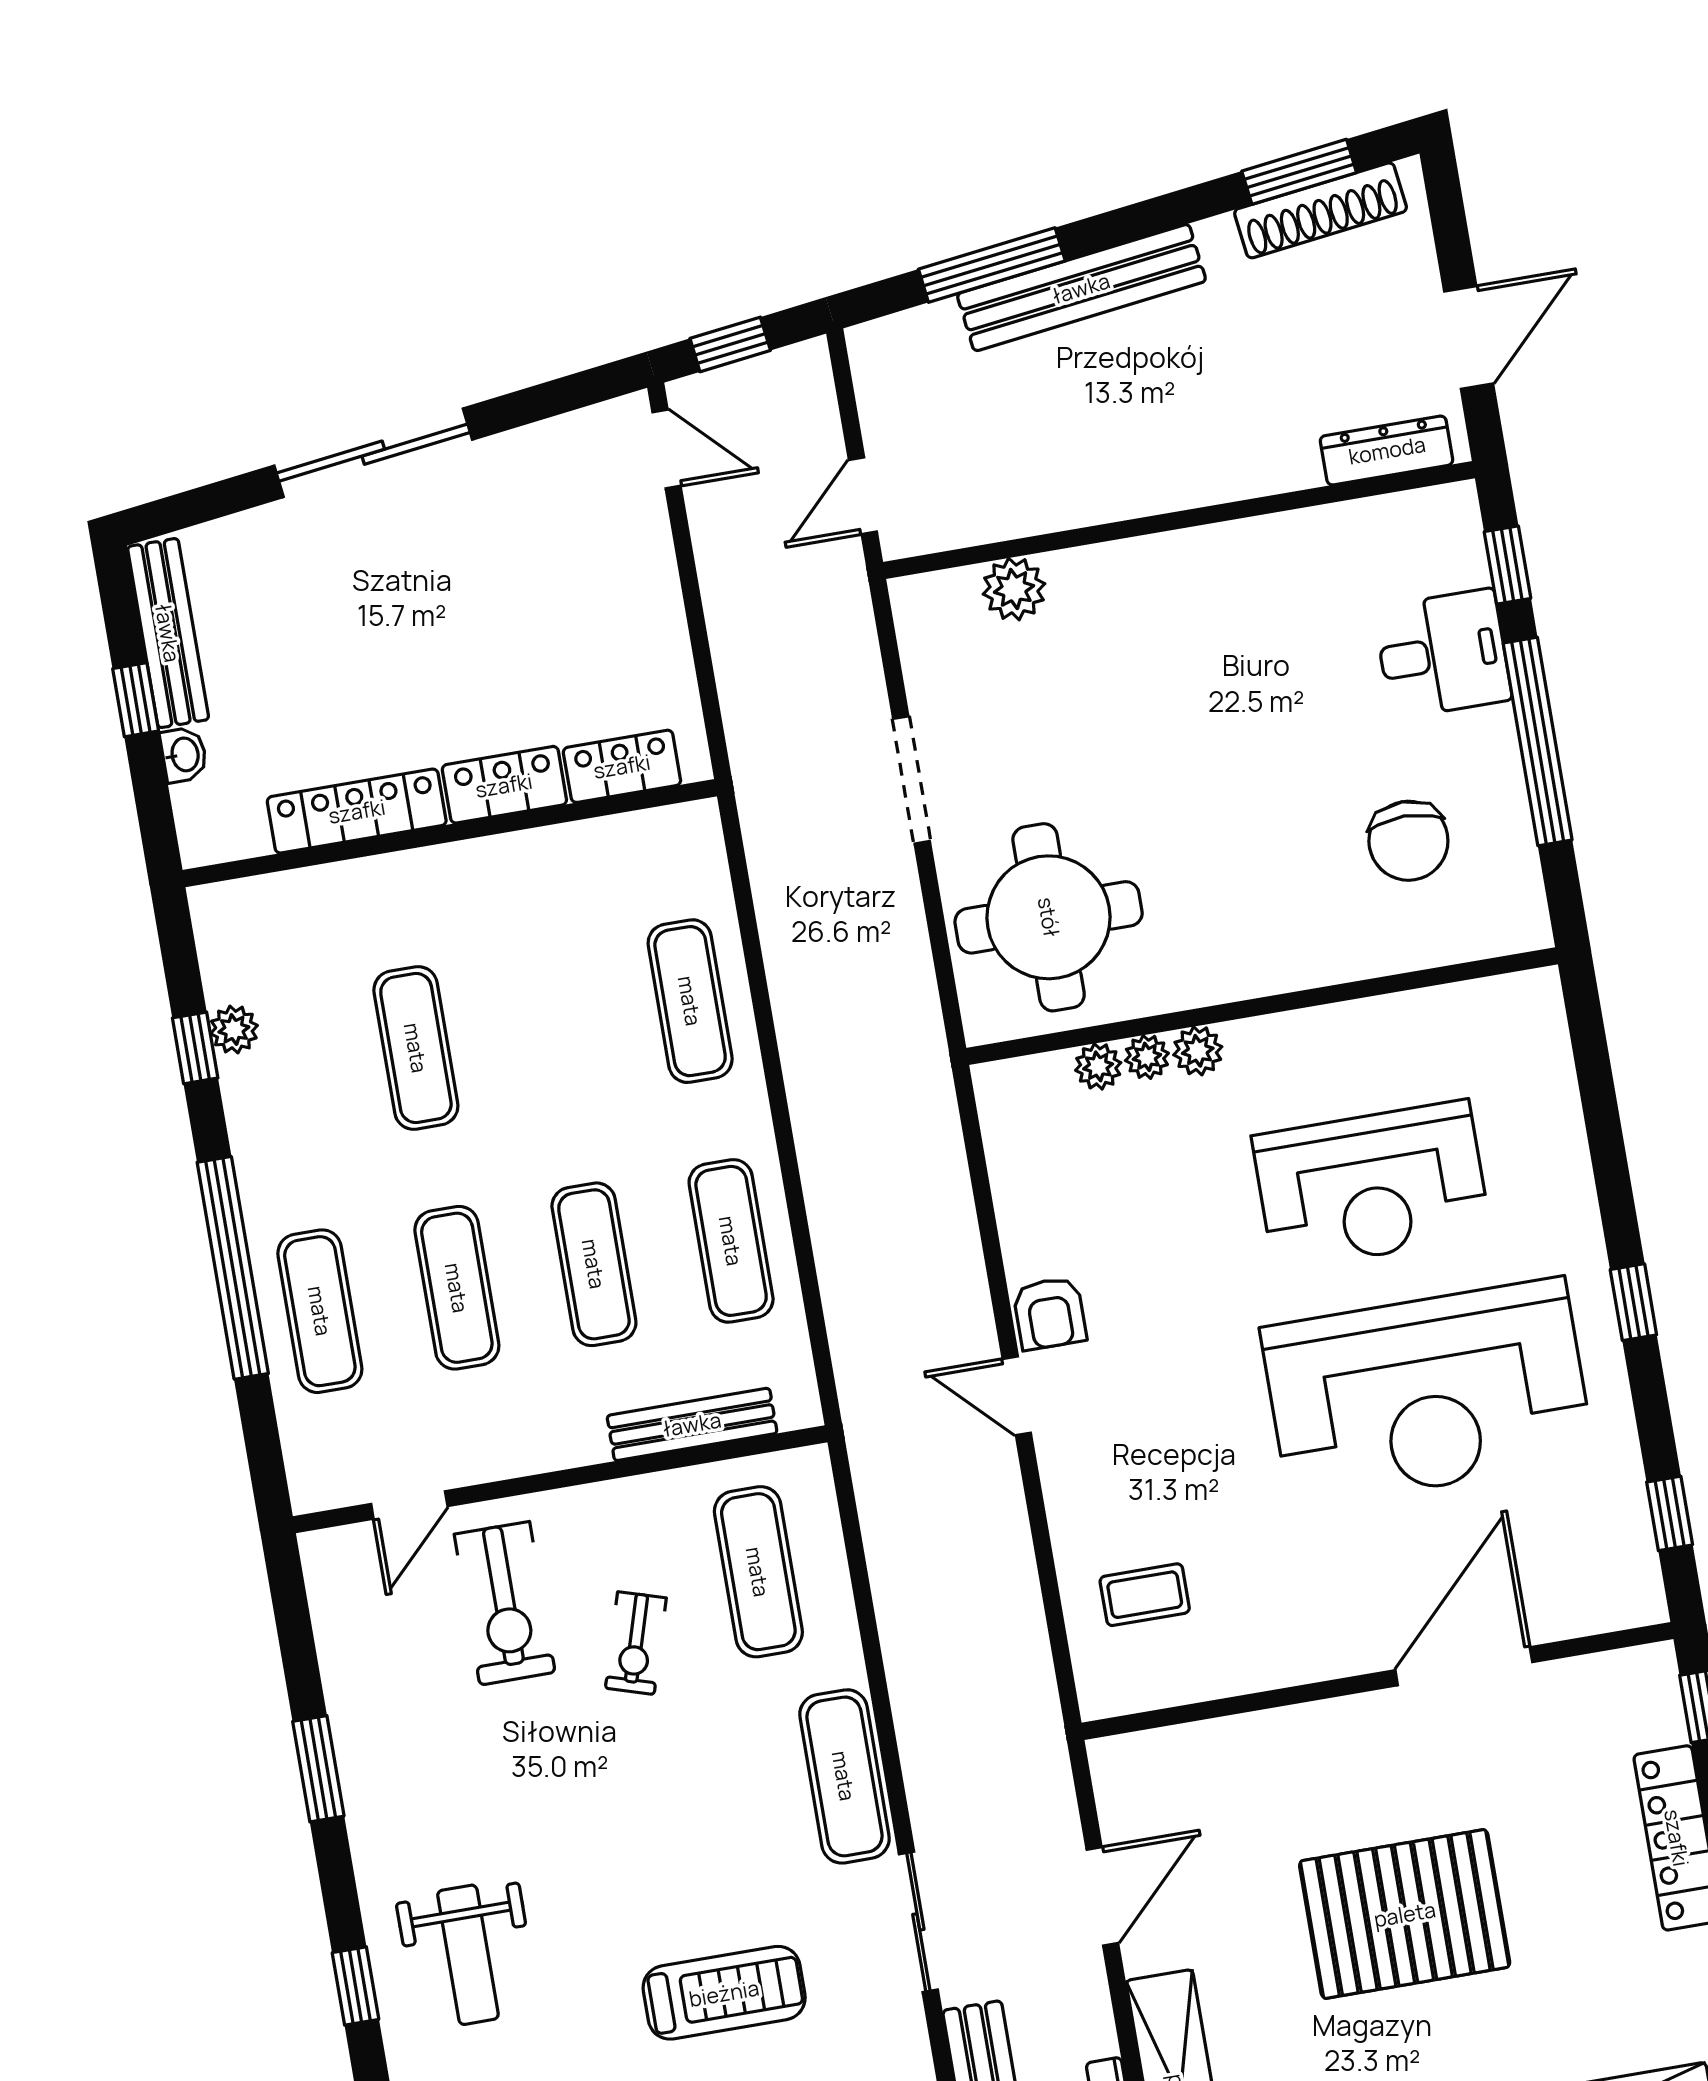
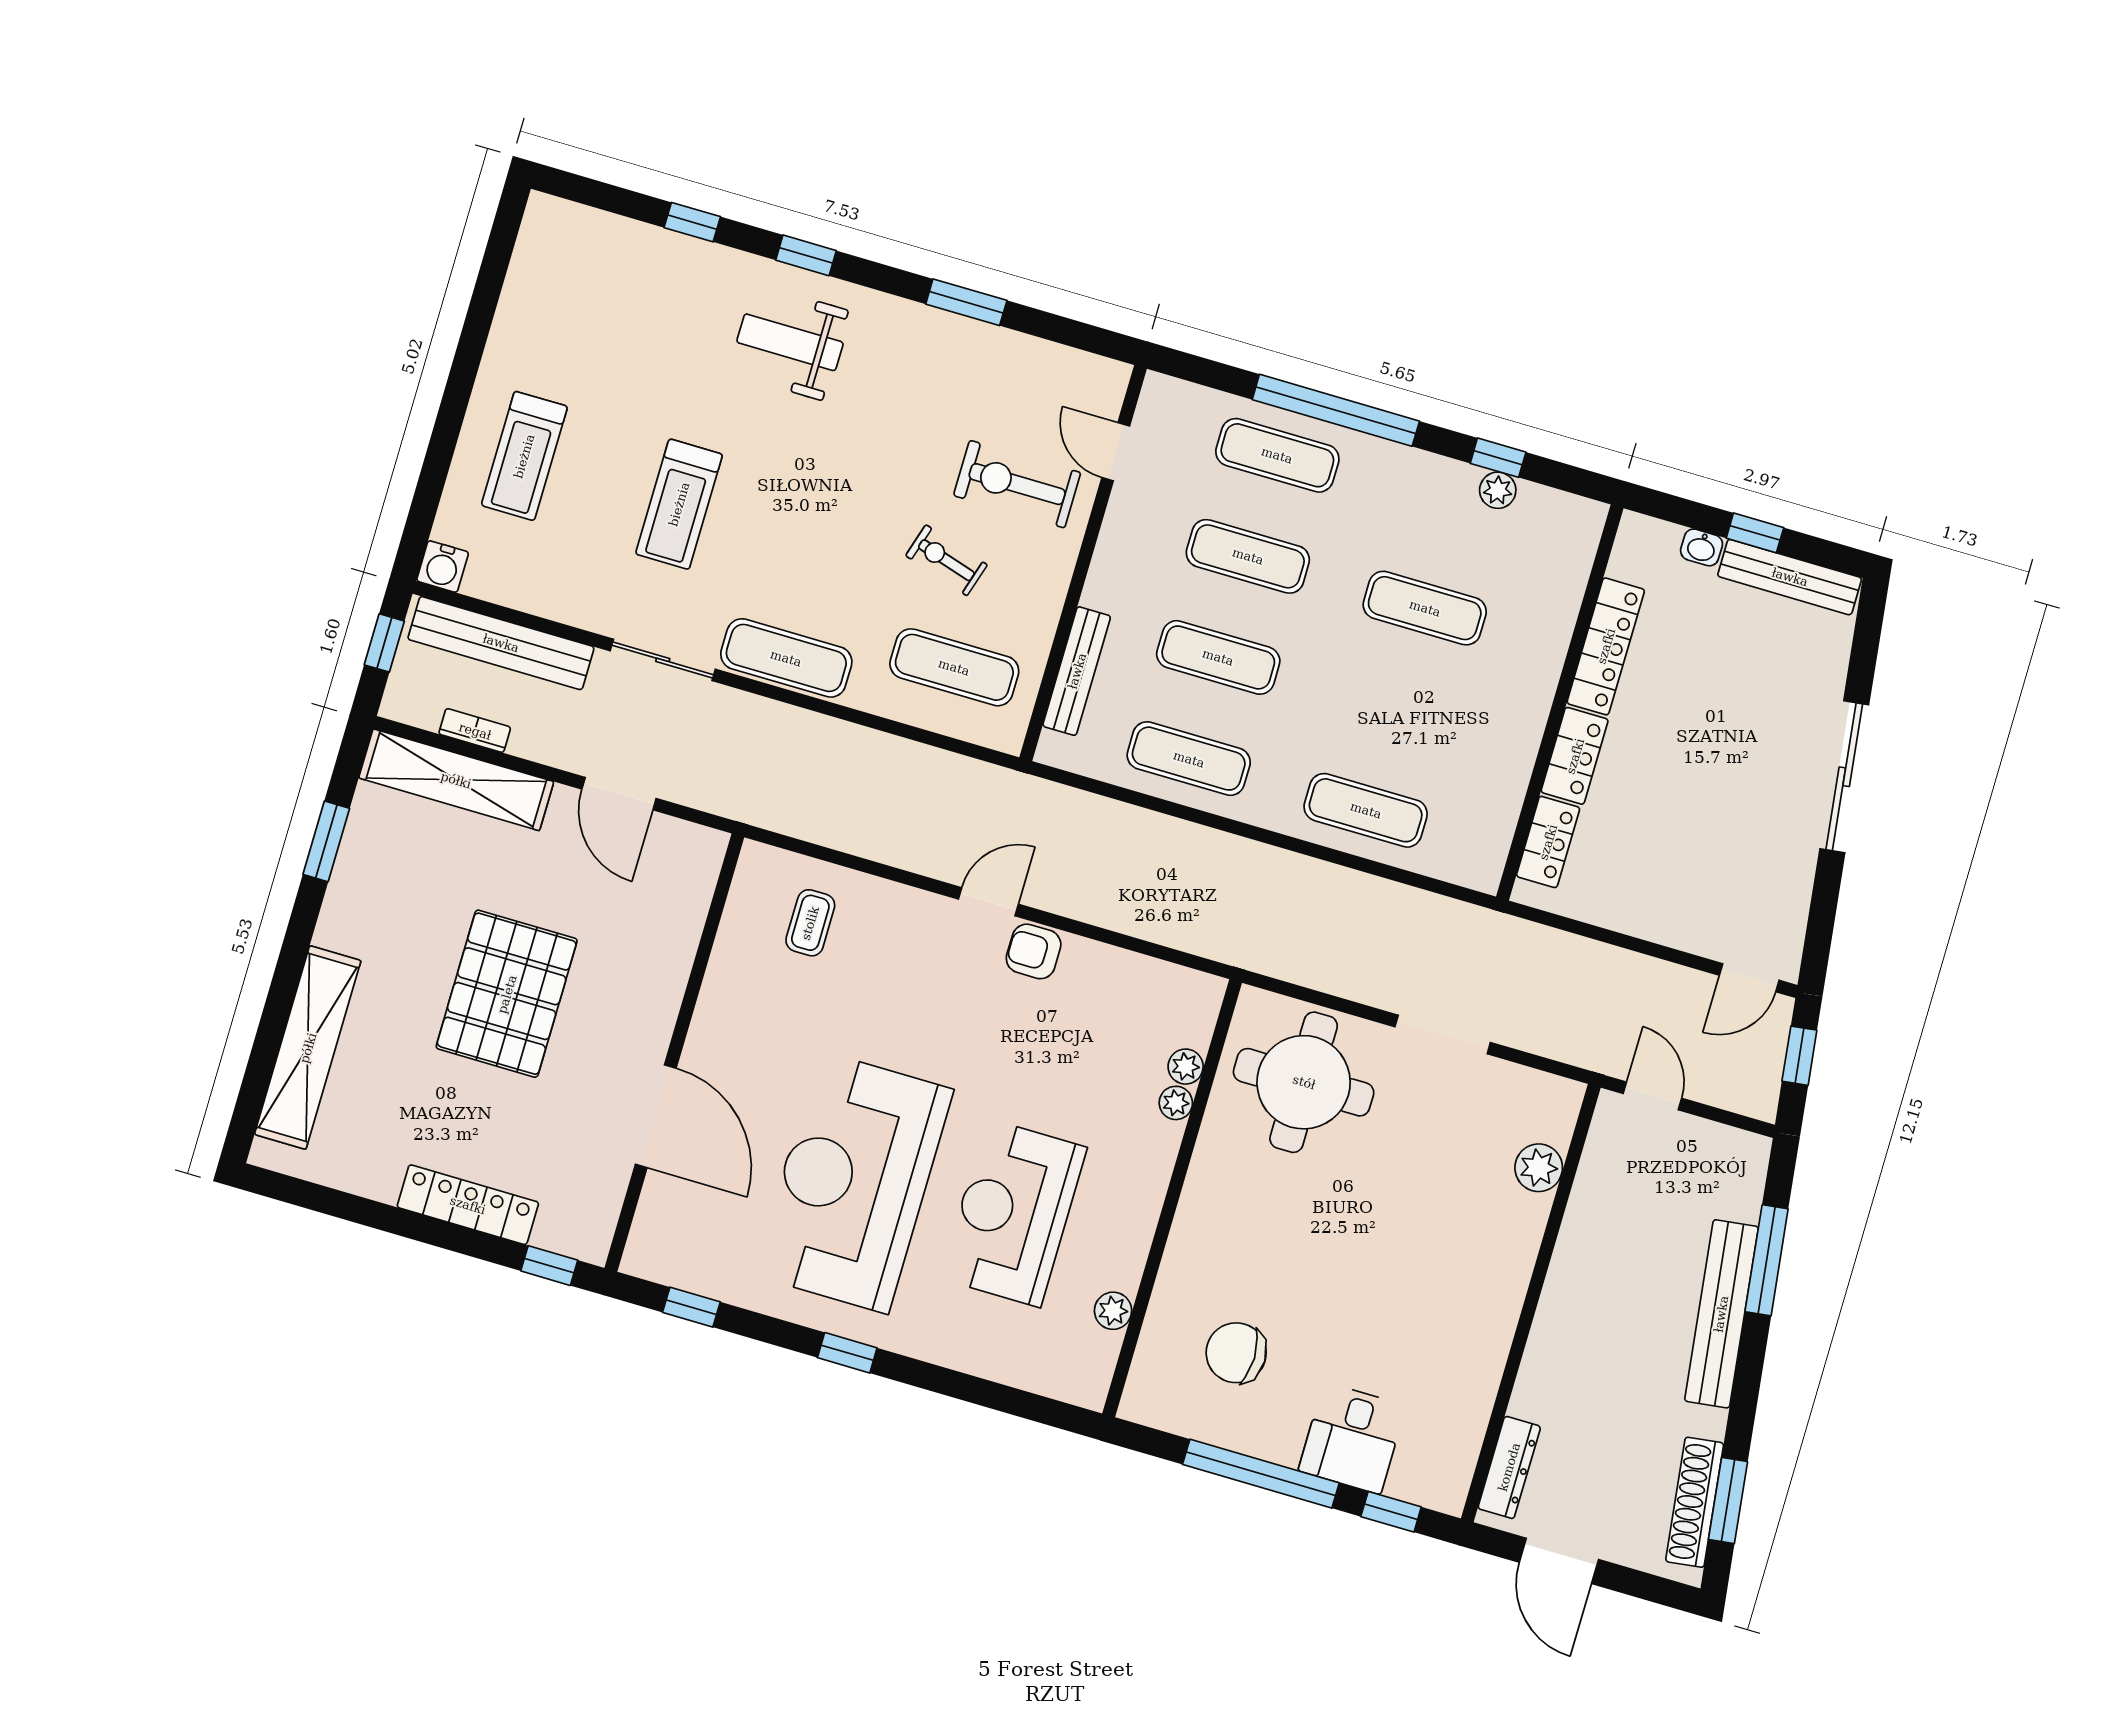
plant: (1198, 1051) -> (1113, 1311), moved

